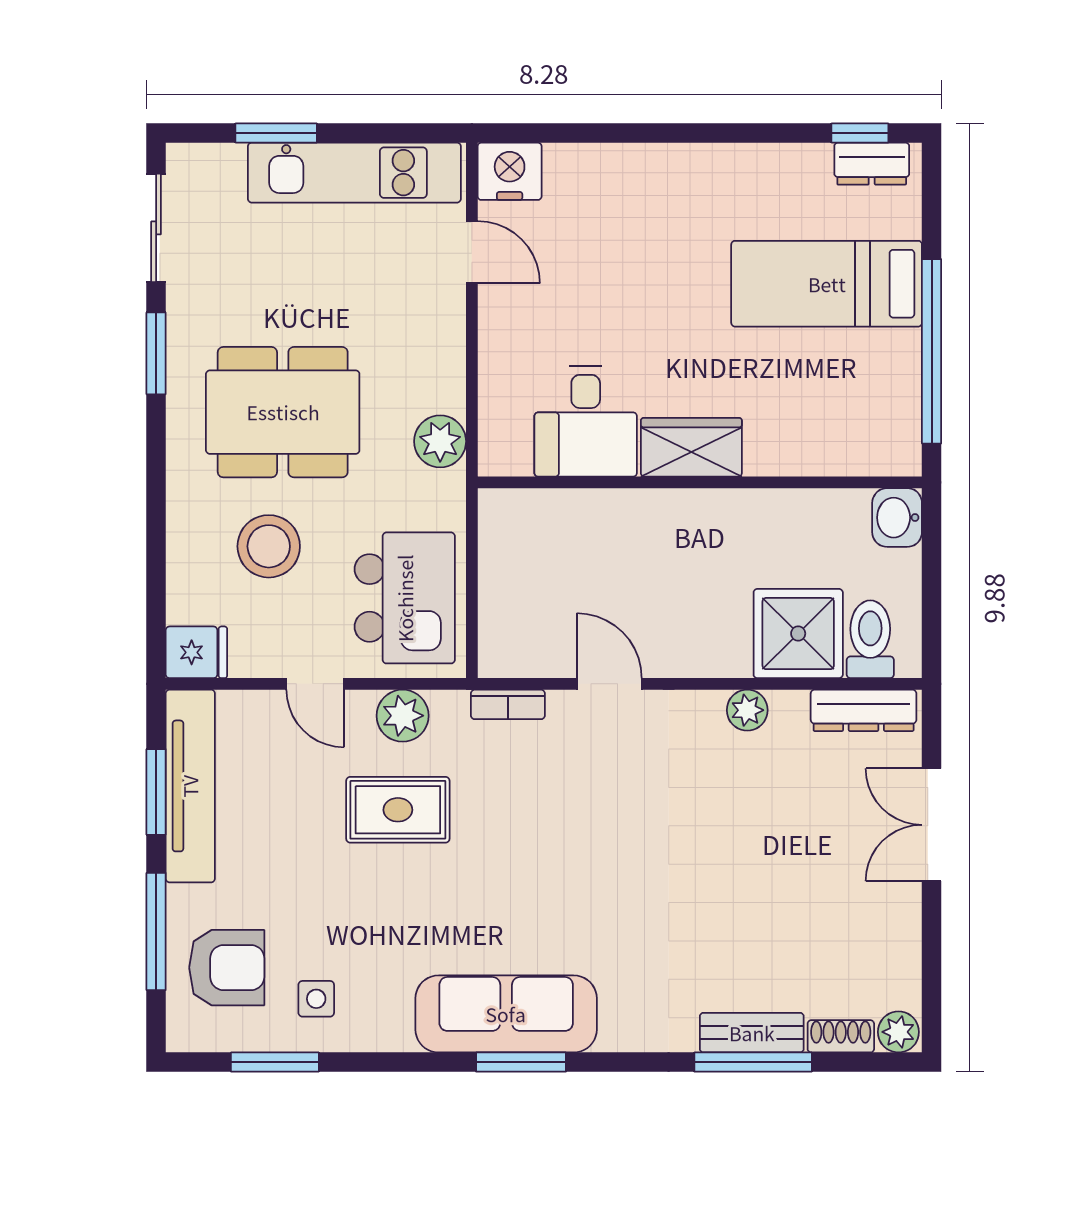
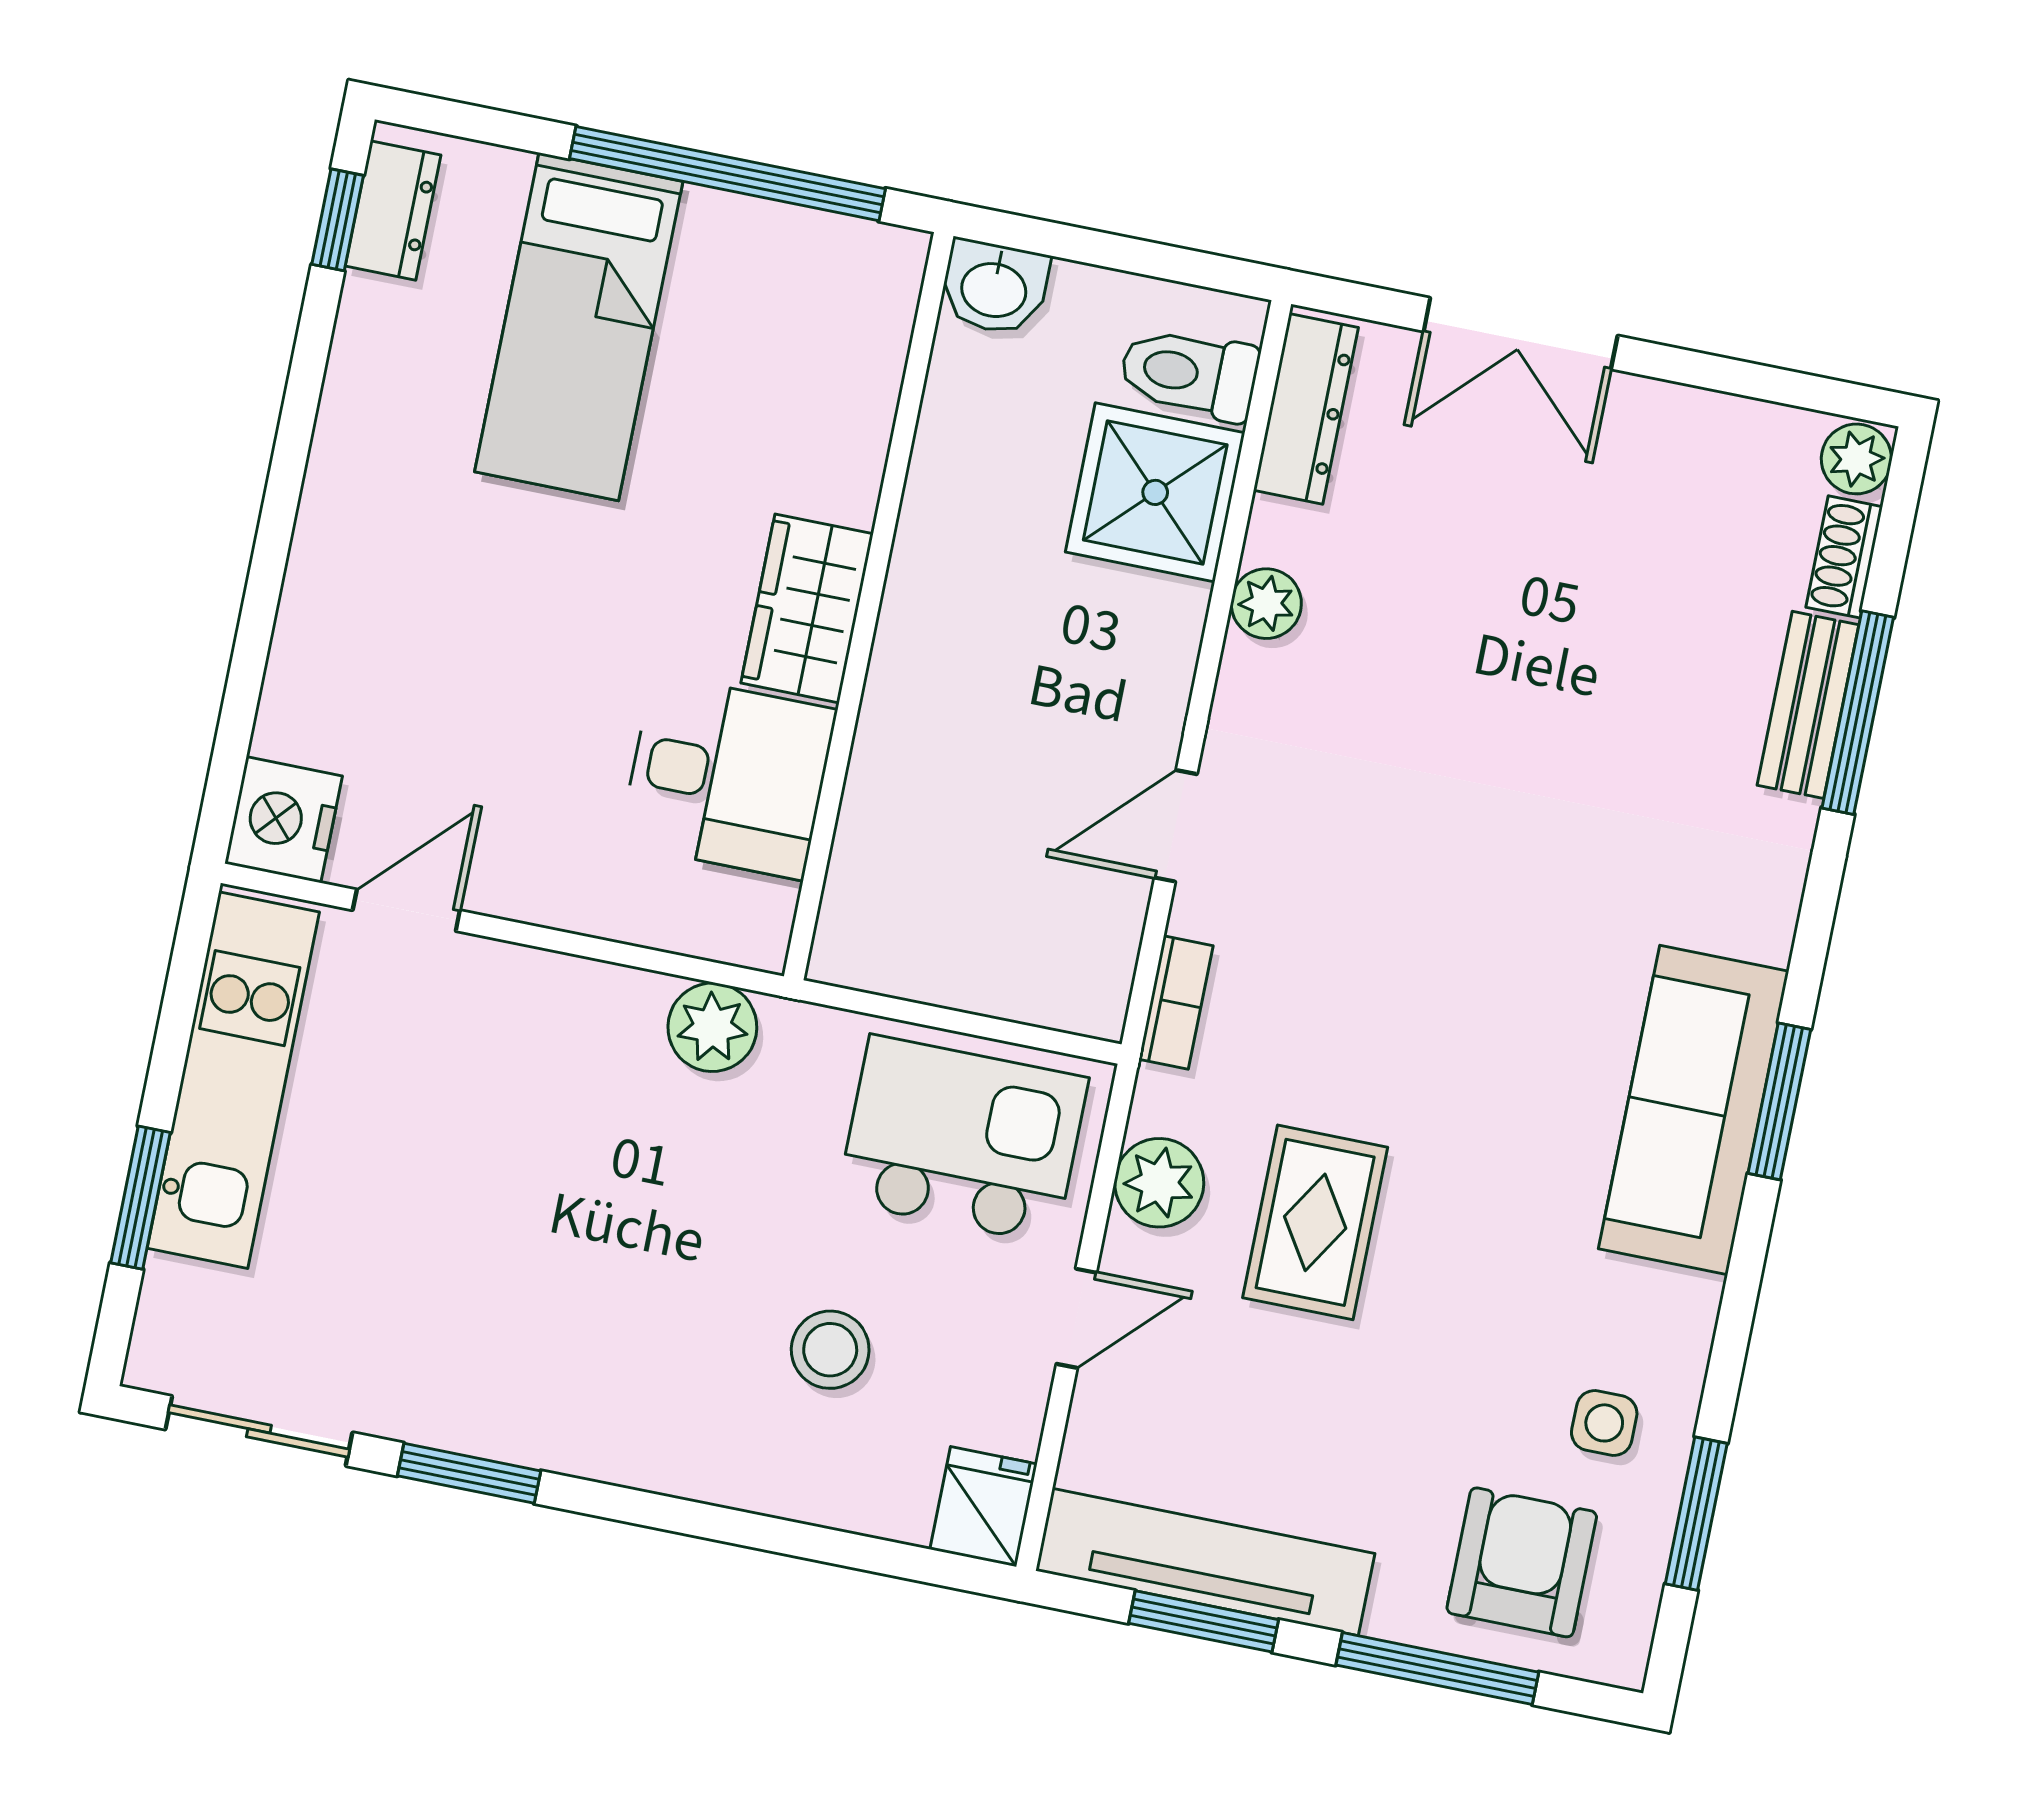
dining table: (283, 412) -> (610, 1281), removed
stool: (269, 546) -> (830, 1350), width x0.73, depth x0.73

